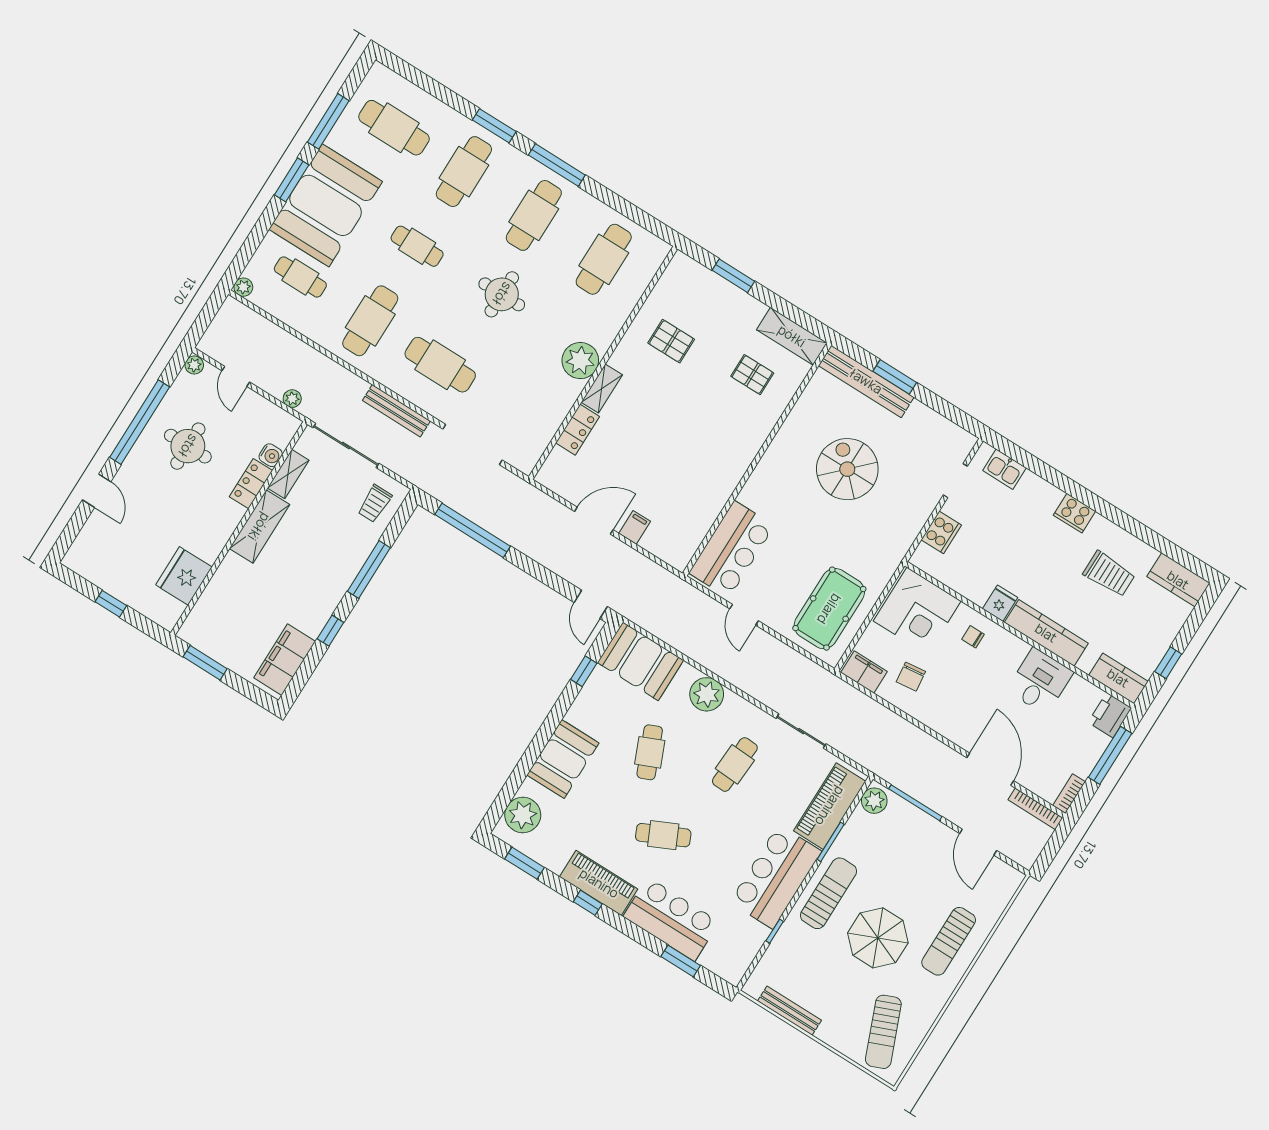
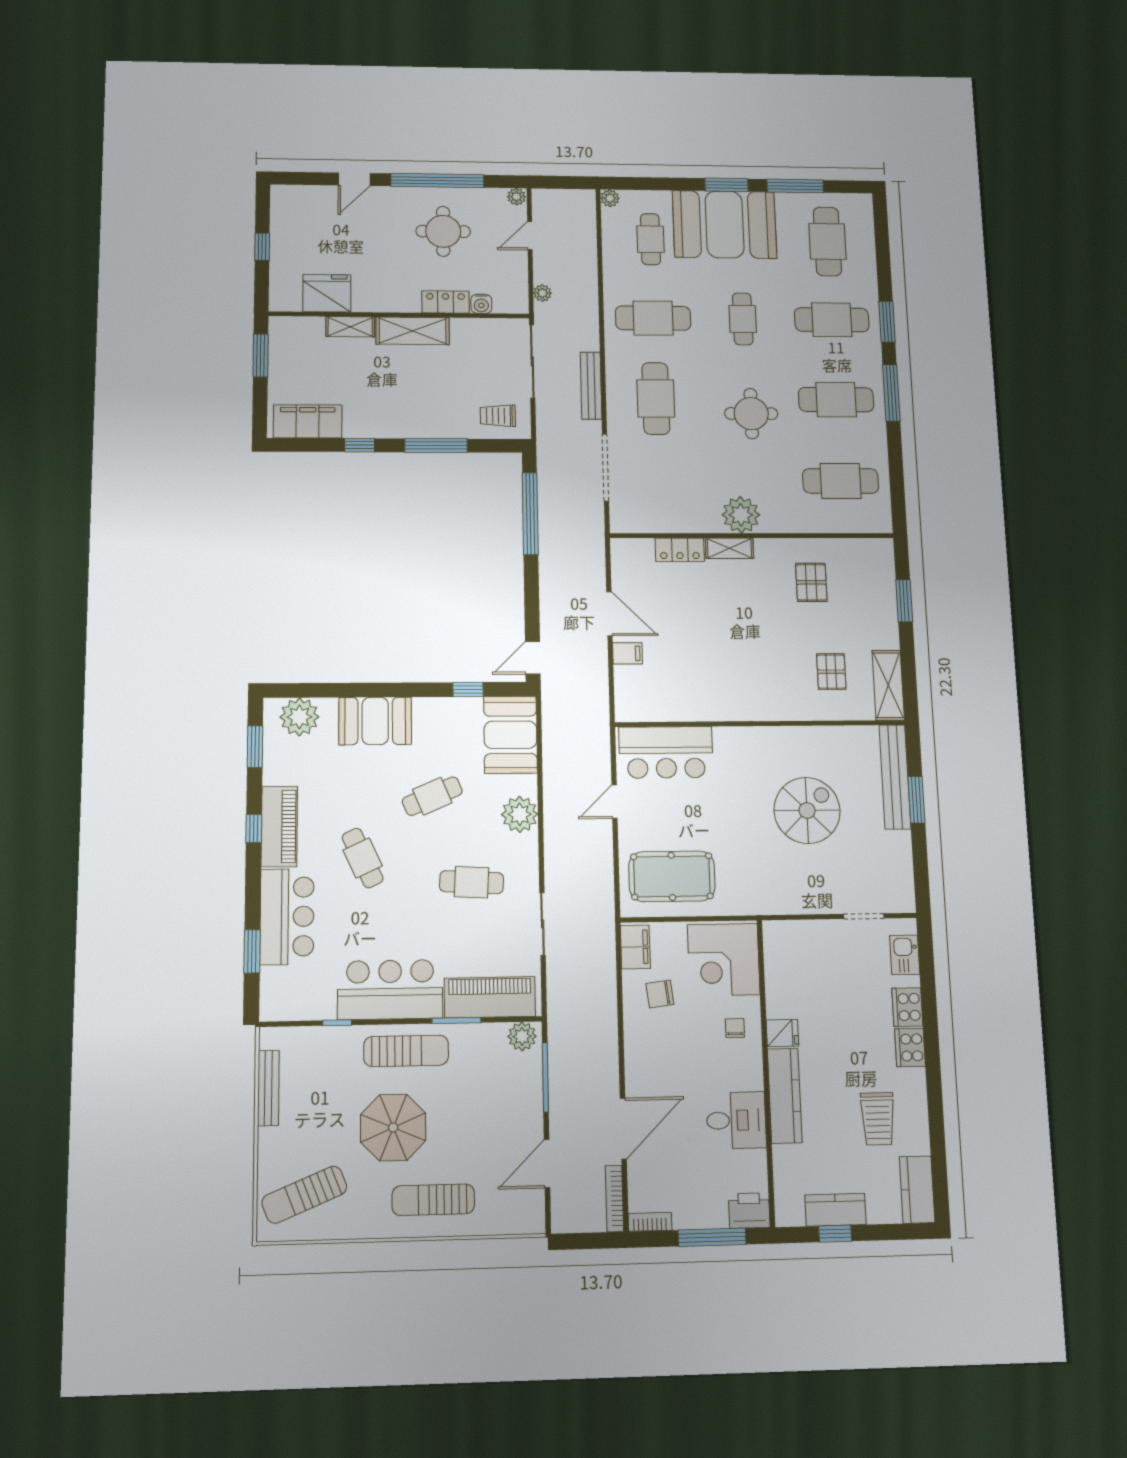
shelving: (288, 474) -> (350, 327), moved
cooker: (941, 532) -> (907, 1007), moved, turned 90
kitchen counter: (1118, 678) -> (836, 1210), moved, turned -90

